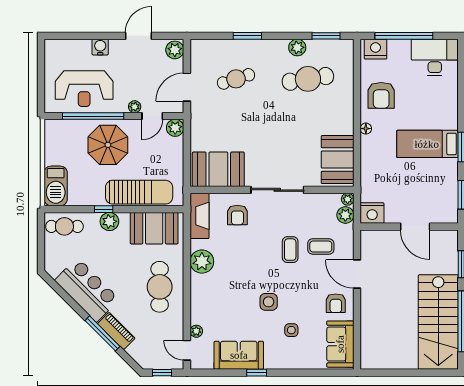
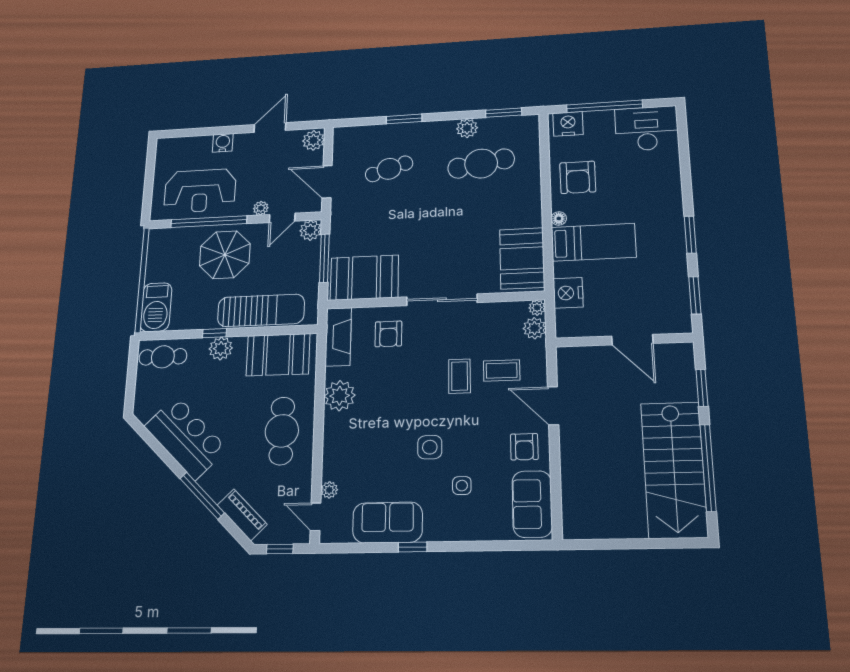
door: (187, 87) -> (327, 182), hinge flipped
bed: (427, 144) -> (594, 242), moved, turned 180
window: (187, 152) -> (324, 258), added
nightstand: (372, 213) -> (568, 293), moved, turned 90
piano: (116, 331) -> (242, 515), moved

